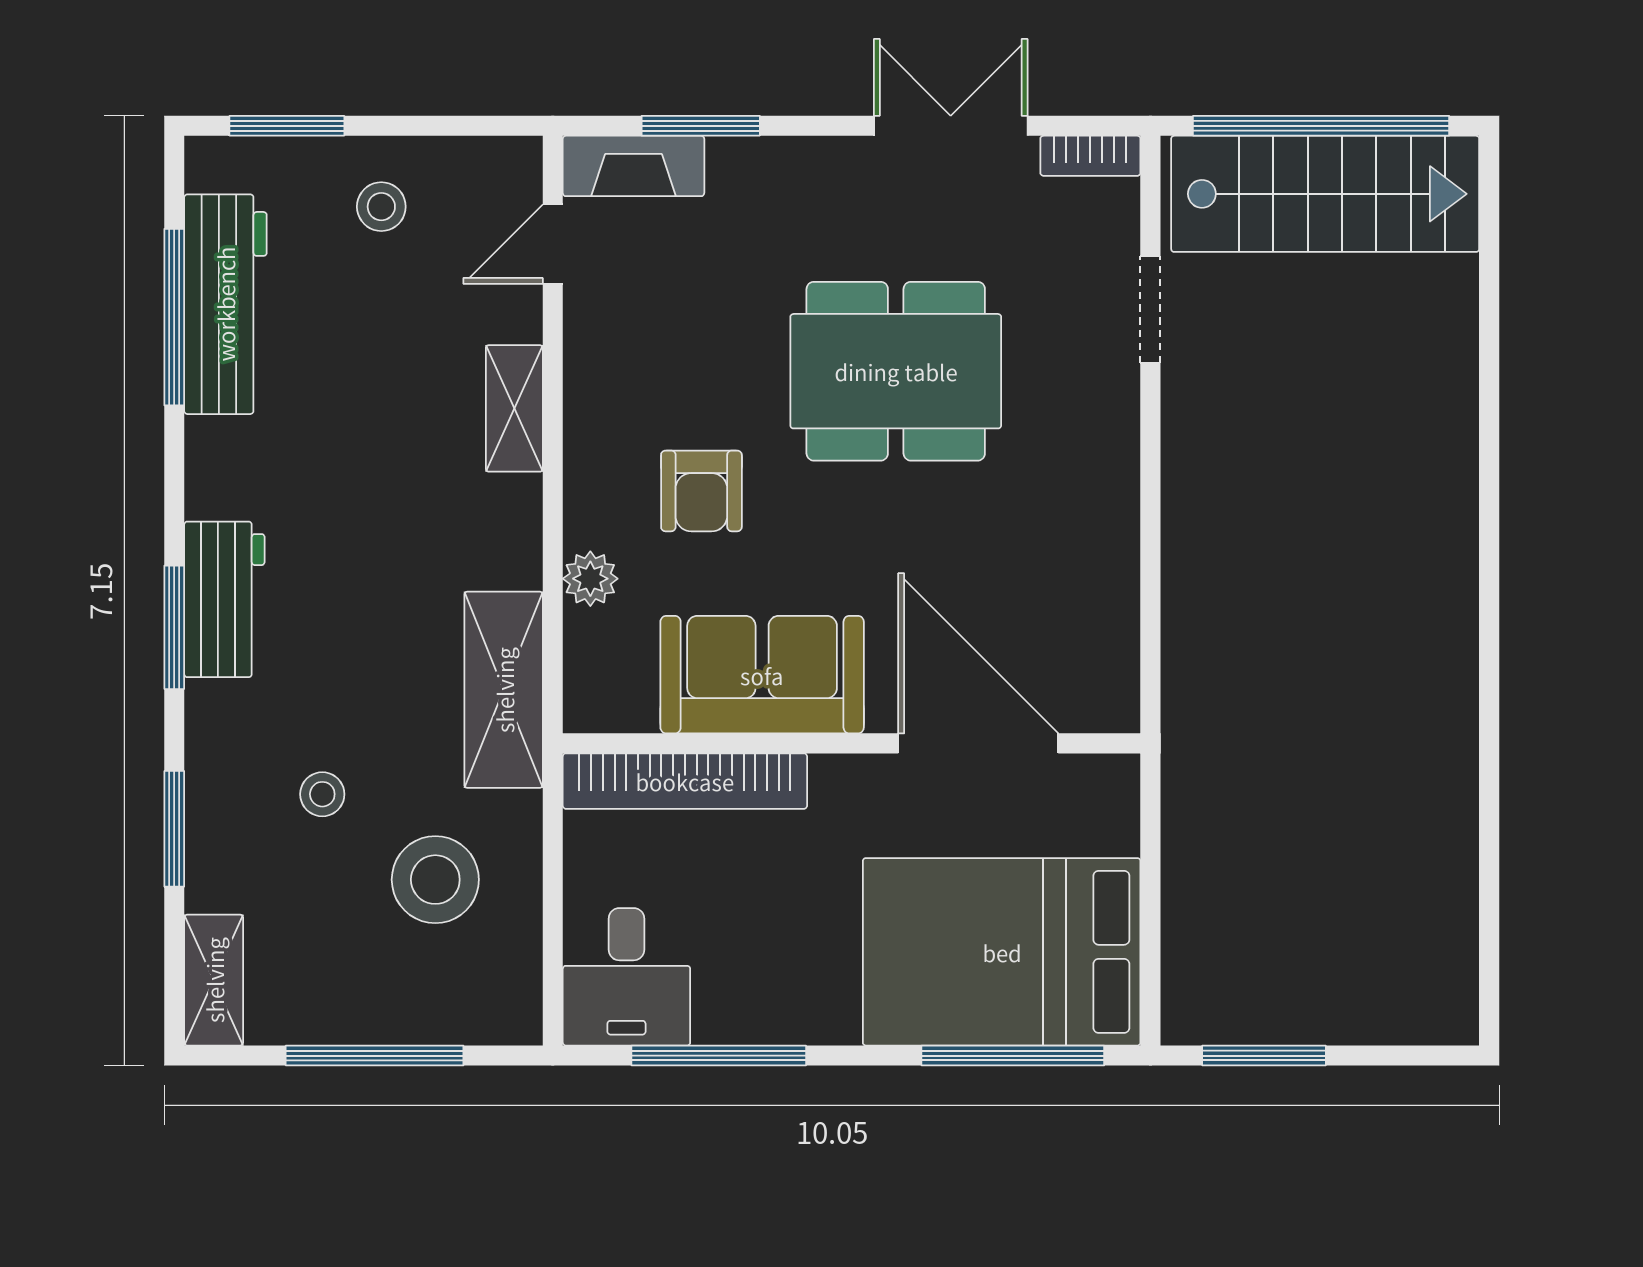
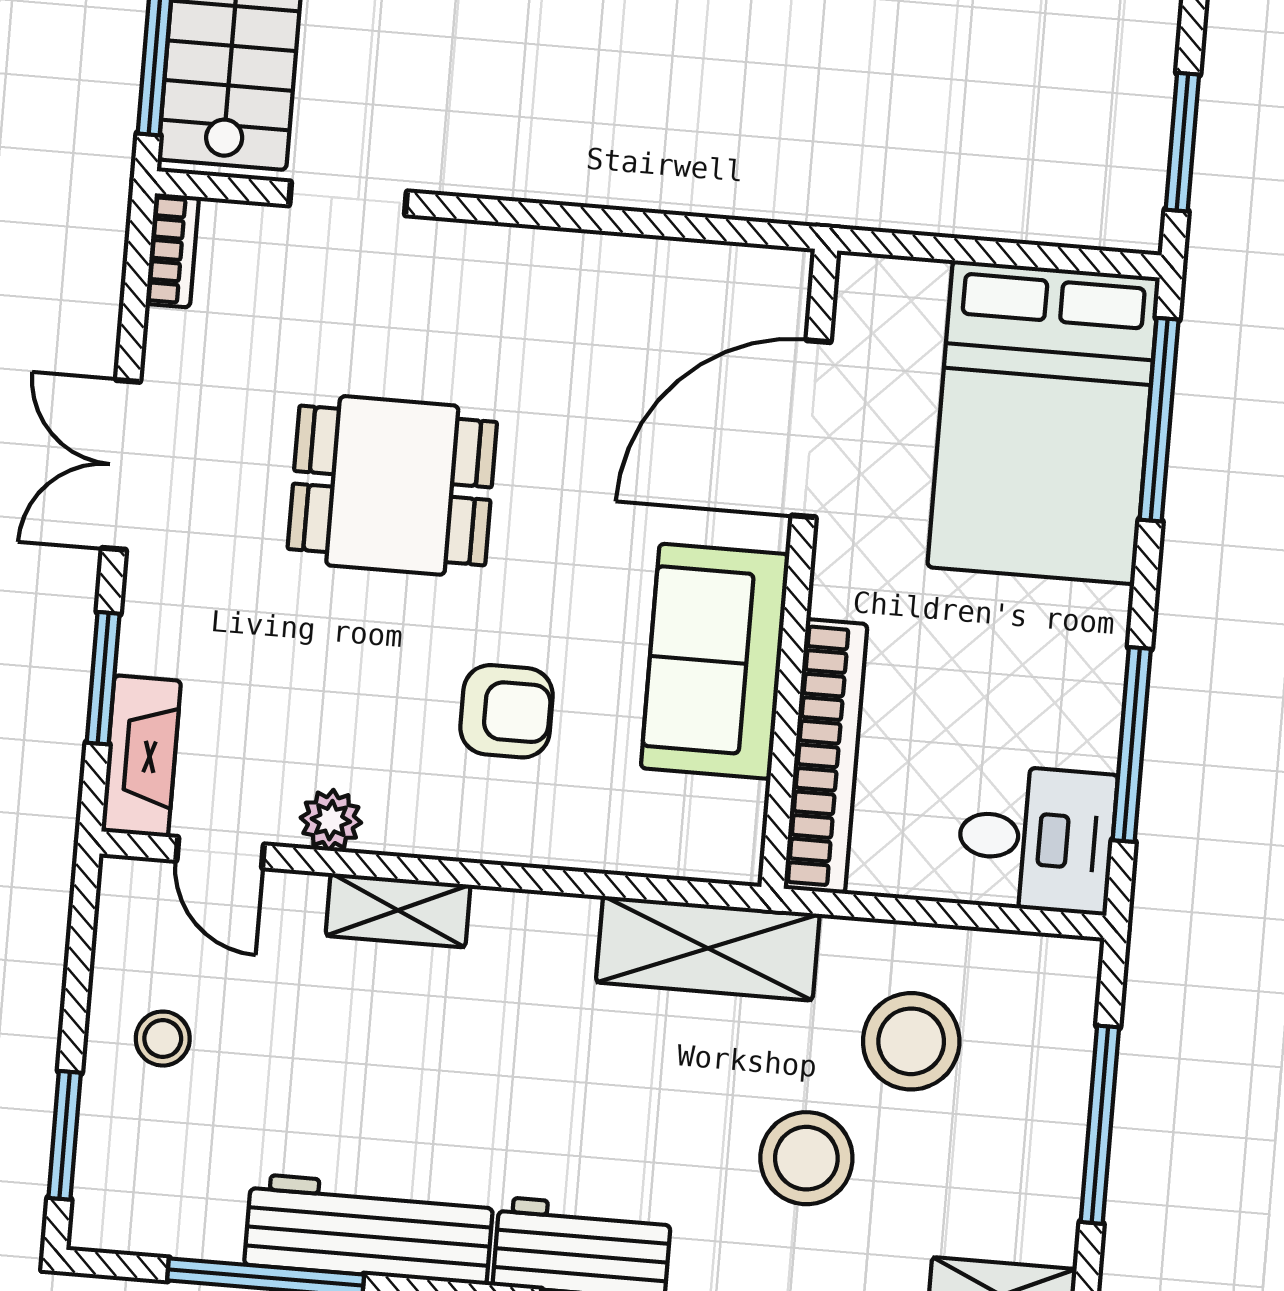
double door: (951, 126) -> (121, 465), moved
workbench: (225, 304) -> (369, 1229), moved
dining table: (896, 371) -> (392, 485), width x0.73
plant: (590, 579) -> (331, 820), moved
stool: (322, 794) -> (806, 1158), width x1.89, depth x1.89

